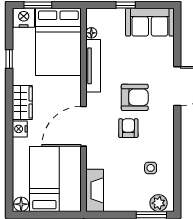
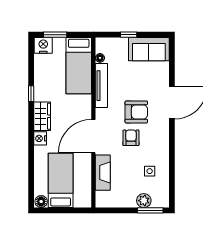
bed: (58, 42) -> (79, 66), width x0.67
window: (9, 59) -> (31, 94), moved
fireplace: (95, 190) -> (103, 173), moved
plant: (159, 203) -> (144, 201), moved

